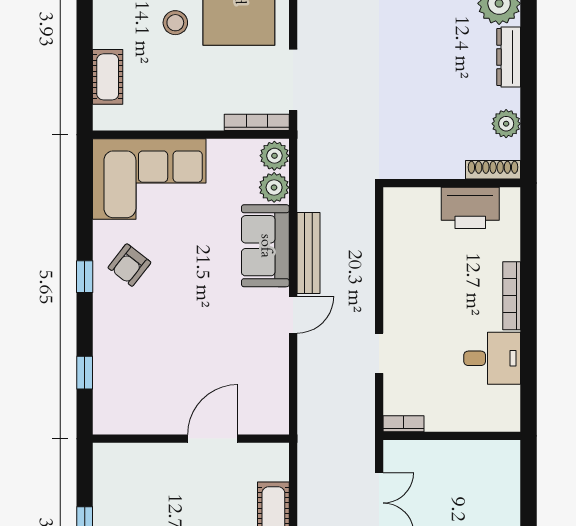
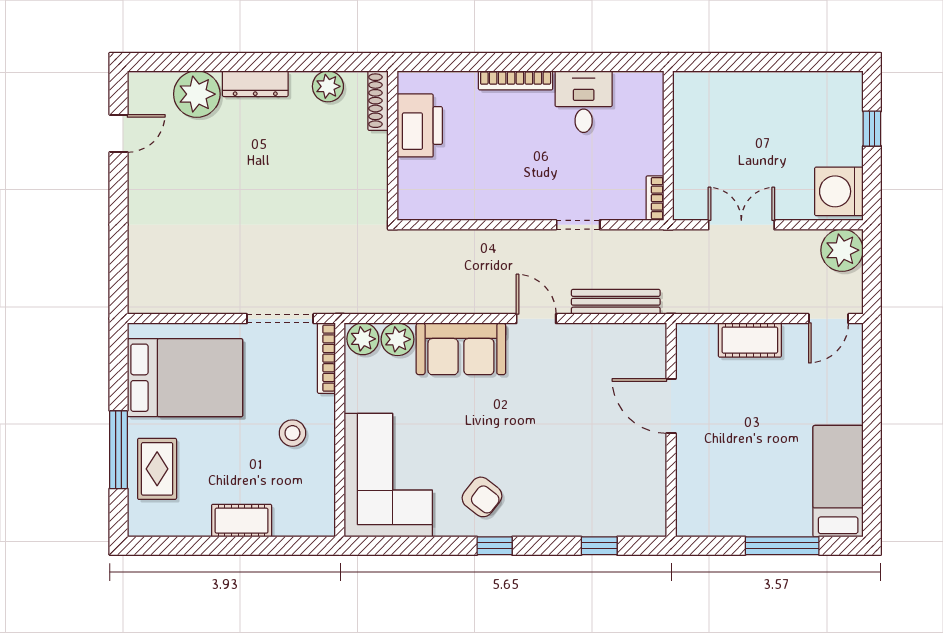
stool: (175, 23) -> (292, 433), moved
cot: (108, 77) -> (242, 521), moved
bench: (309, 253) -> (616, 302), moved

